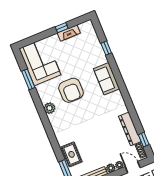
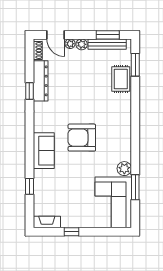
fireplace: (69, 33) -> (47, 222), moved
armchair: (71, 90) -> (82, 138), moved, turned -90
plant: (50, 108) -> (124, 169), moved
window: (144, 140) -> (29, 91), moved

